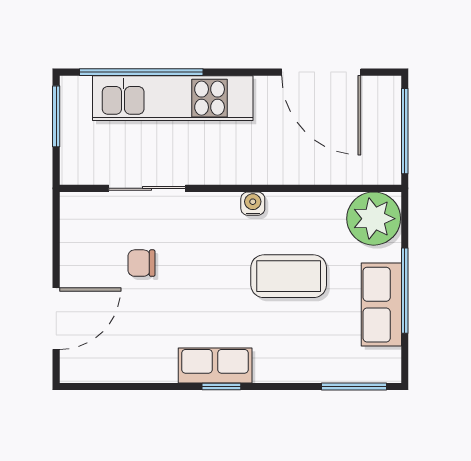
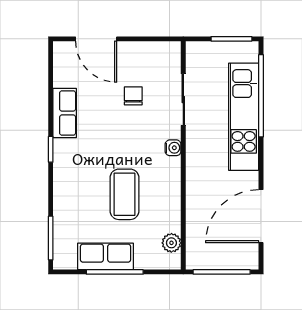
water cooler: (253, 204) -> (173, 148), moved
plant: (374, 219) -> (171, 243), width x0.53, depth x0.53
row of seats: (215, 366) -> (65, 113), moved

